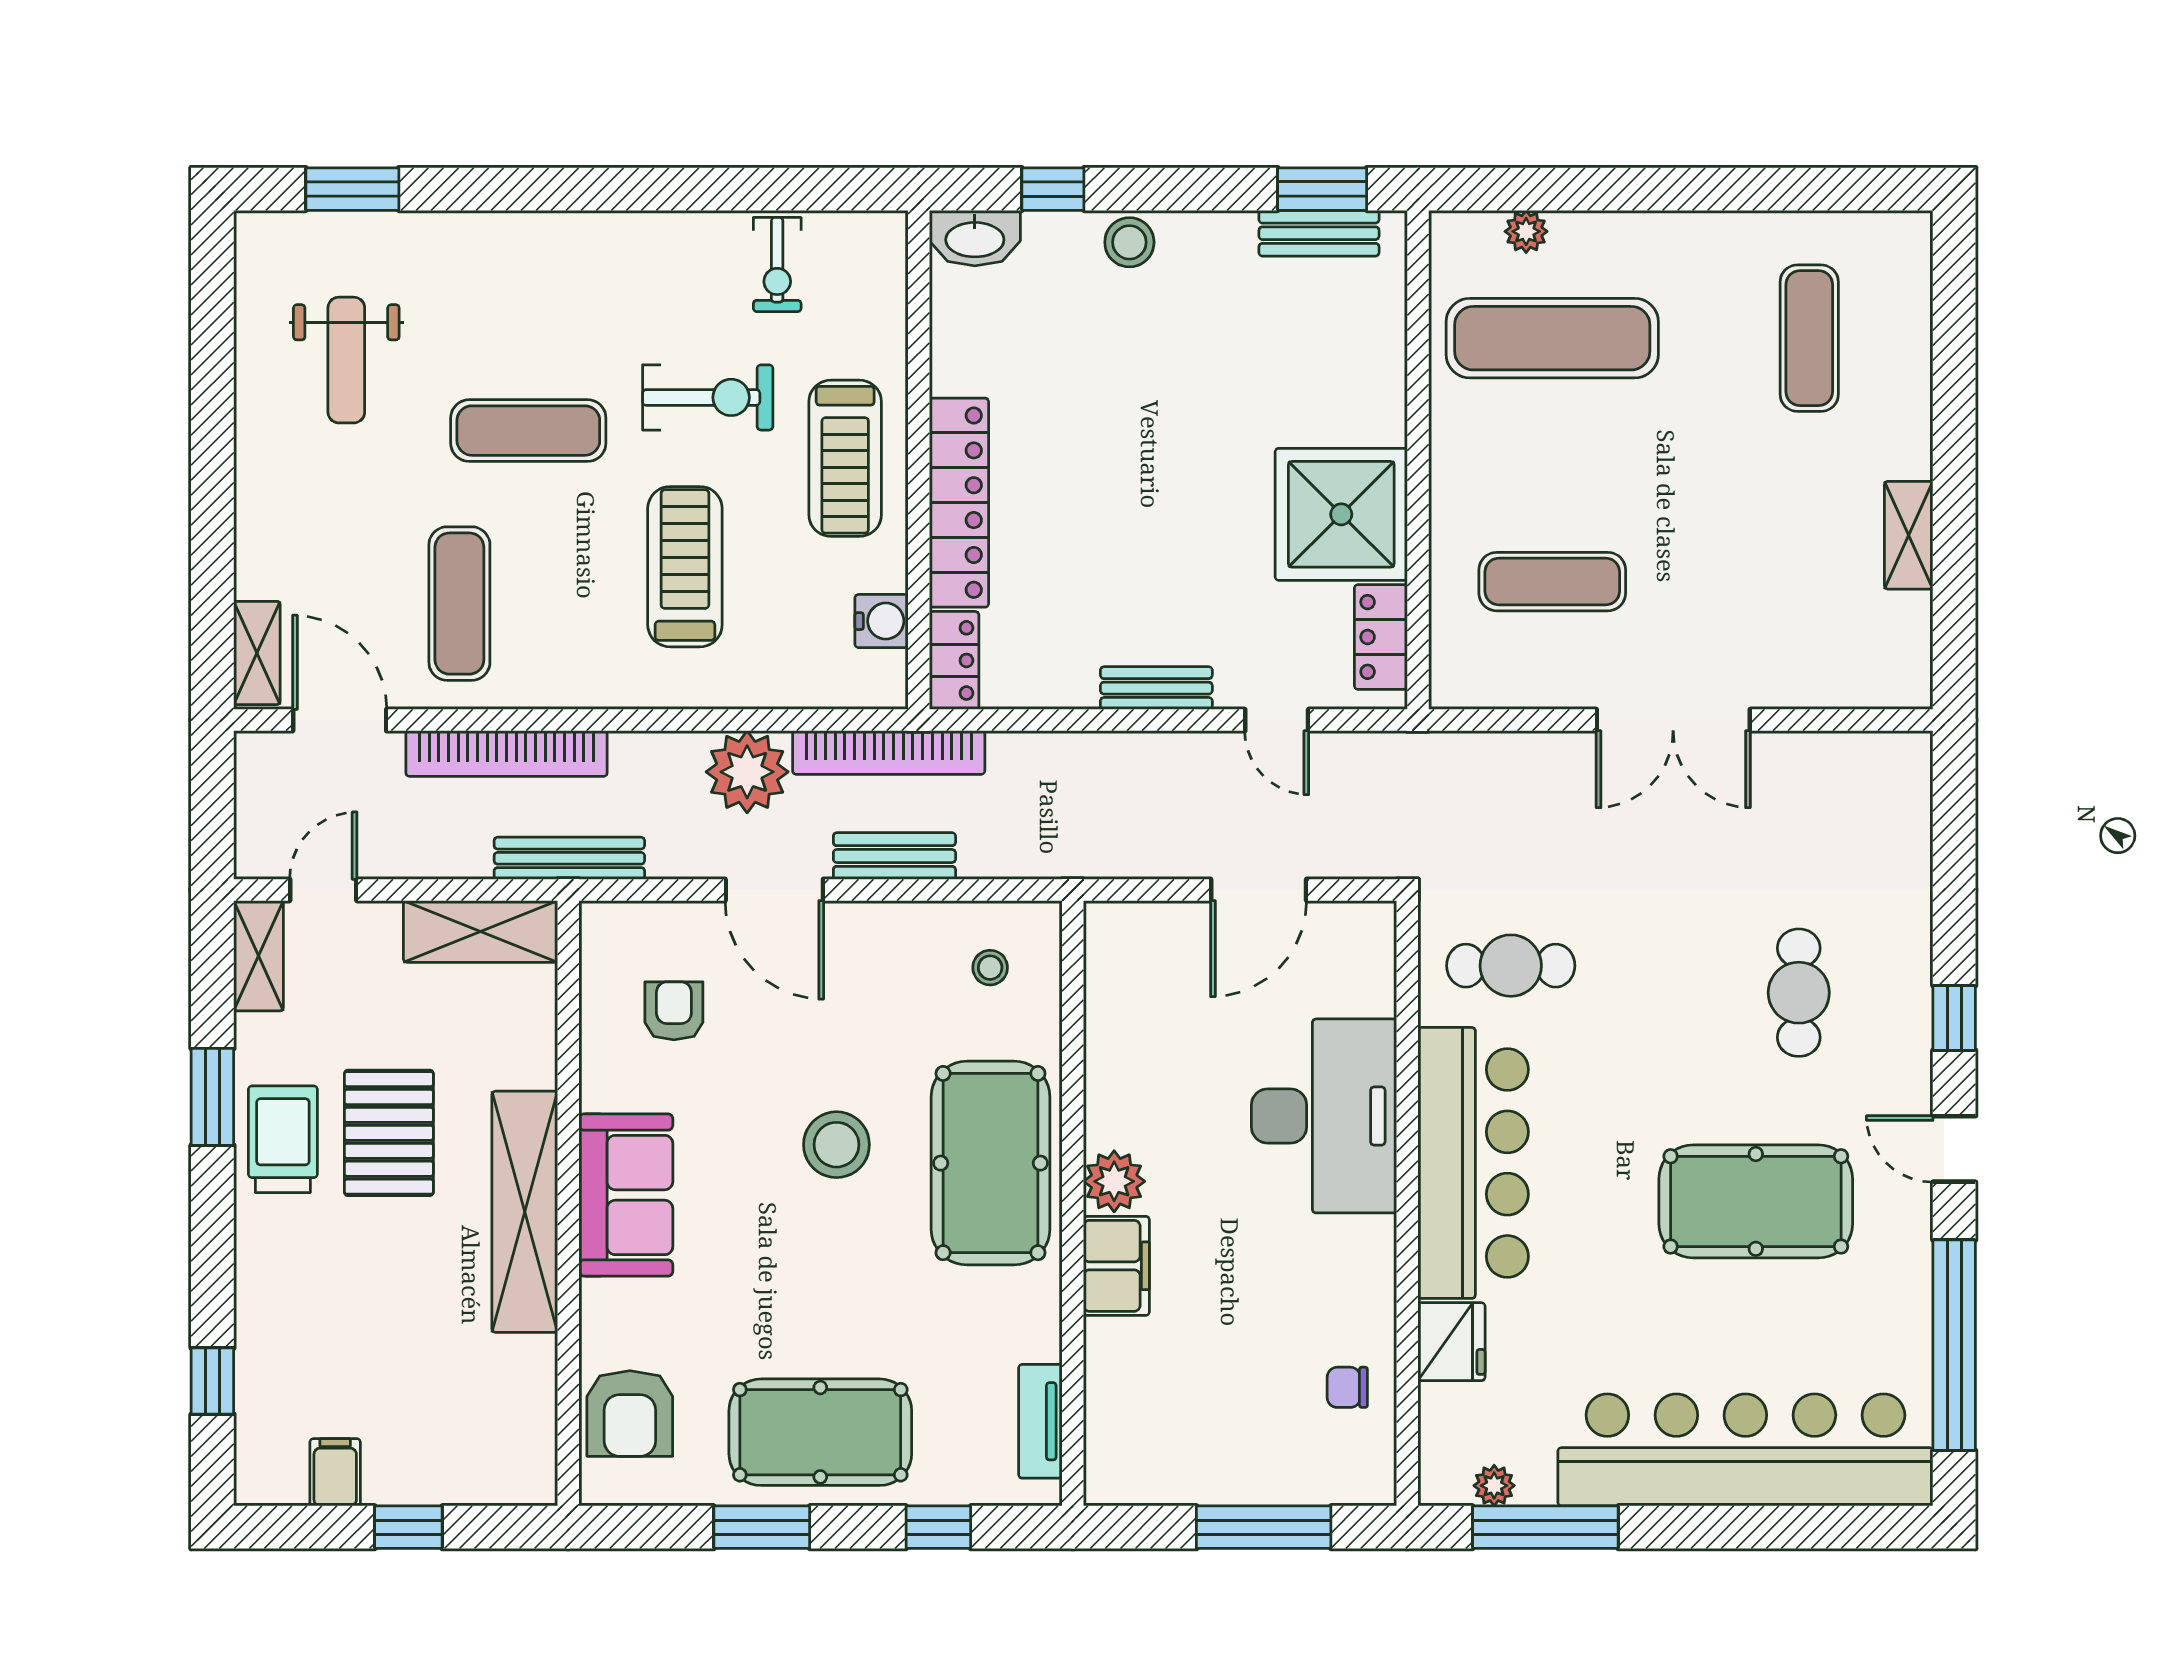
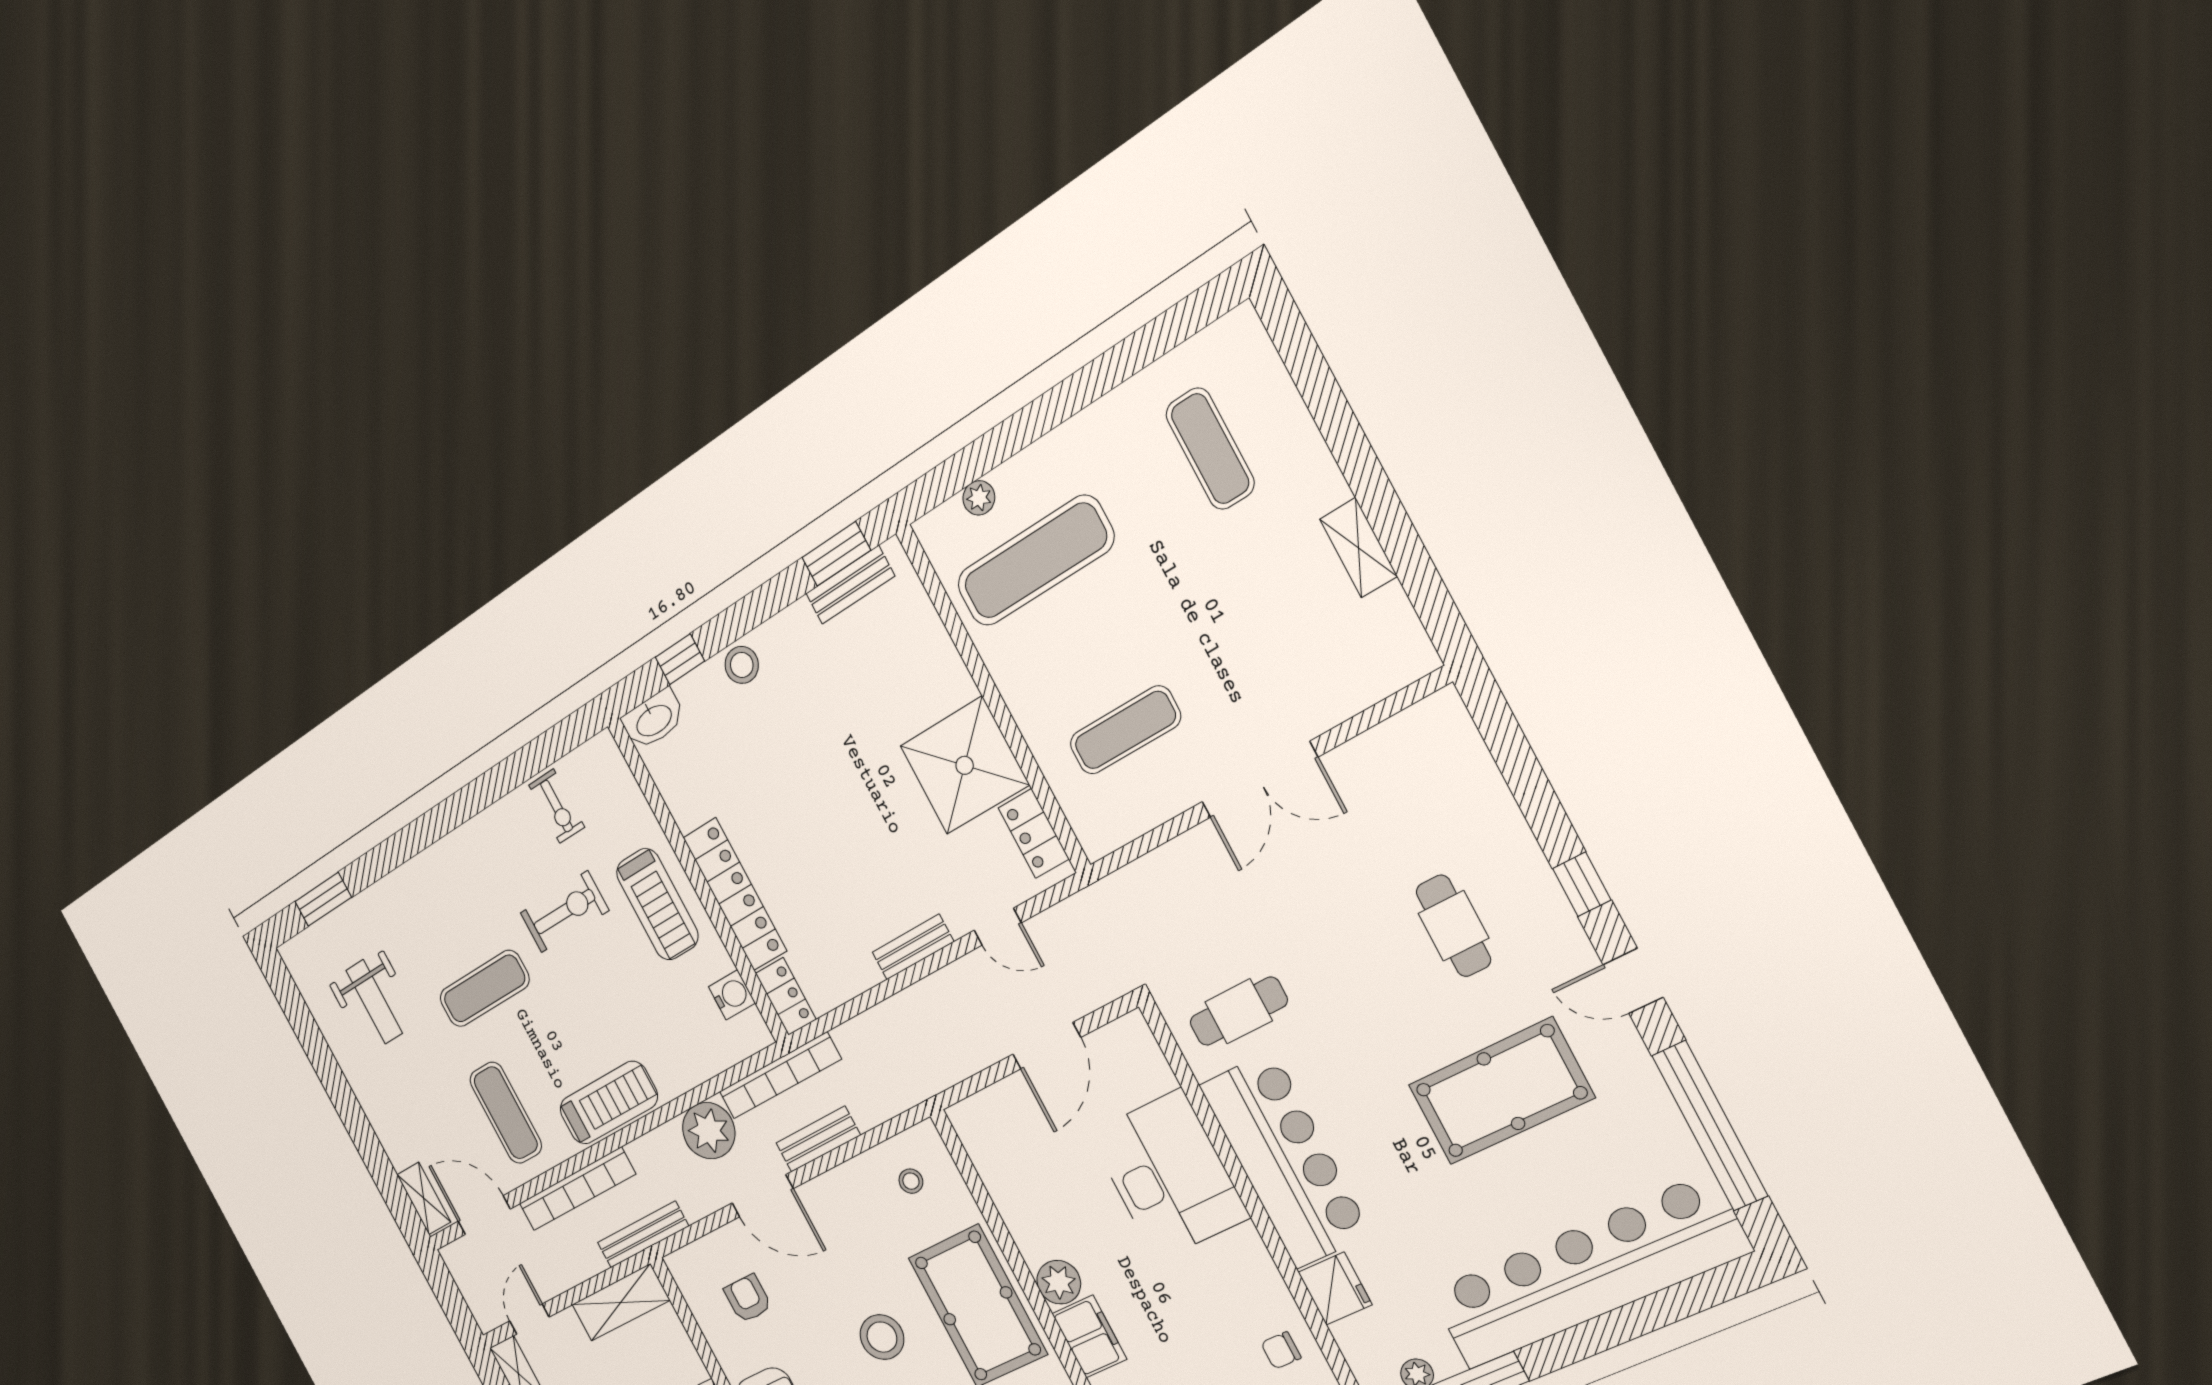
treadmill: (685, 567) -> (609, 1103), moved, turned 90

